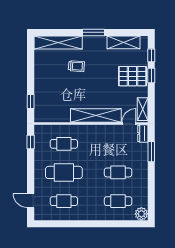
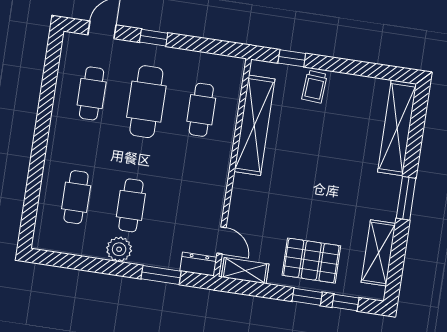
trolley: (76, 66) -> (315, 87), moved
pallet: (132, 76) -> (311, 261), turned 90
shelving: (96, 115) -> (254, 125), moved
window: (31, 142) -> (154, 38), moved
plant: (141, 214) -> (119, 249), moved

